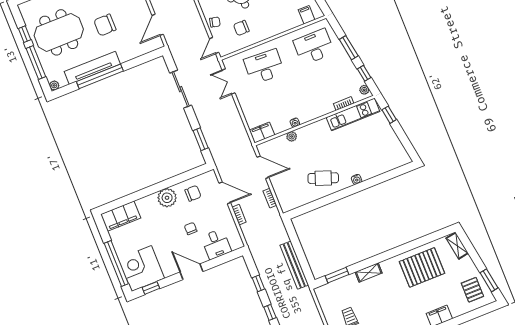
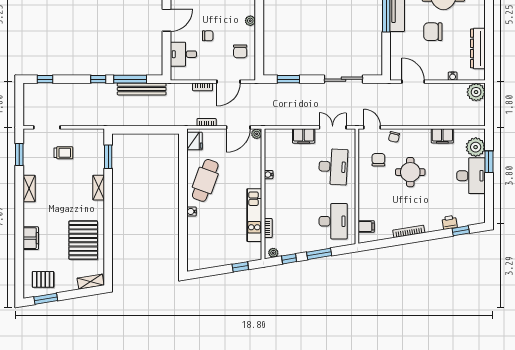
chair: (105, 25) -> (433, 32), turned -90
kitchen unit: (353, 114) -> (254, 215), moved
filing cabinet: (262, 132) -> (304, 136), moved, turned 90
plant: (292, 136) -> (257, 134), moved
cafe table: (323, 178) -> (205, 180), width x1.37, depth x1.35
plant: (167, 198) -> (250, 21), width x0.53, depth x0.53
fridge: (291, 202) -> (194, 141), added
bench: (294, 265) -> (142, 89), moved
window: (258, 283) -> (130, 79), width x2.17

